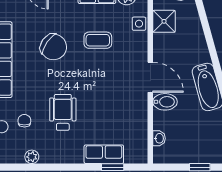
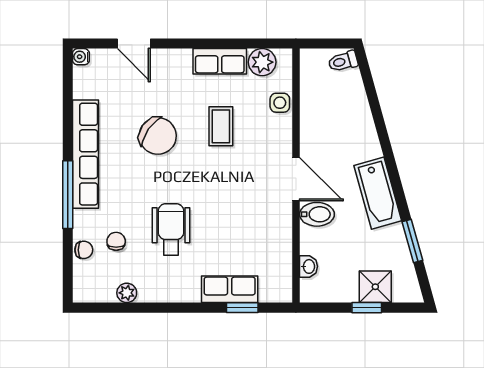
shower: (164, 21) -> (375, 287), moved
coffee table: (98, 40) -> (221, 126), turned 90

